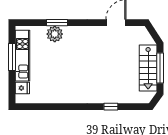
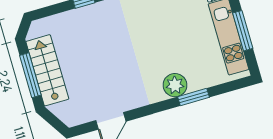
plant: (55, 34) -> (175, 85), moved

